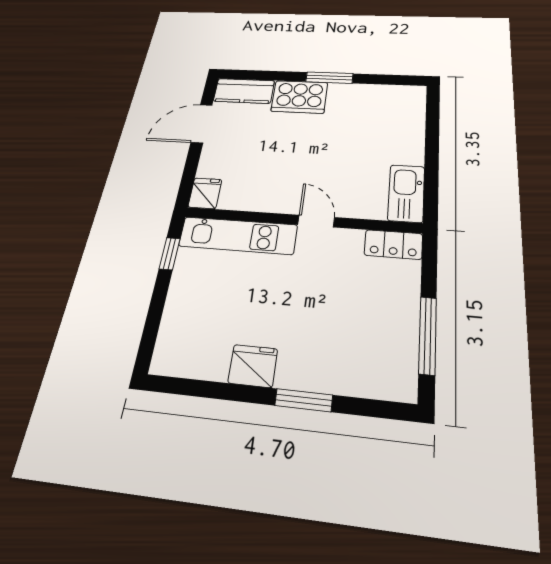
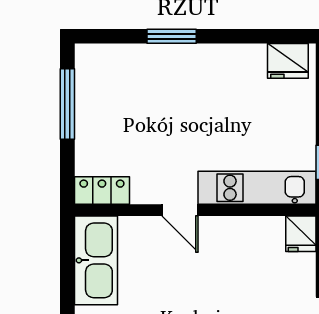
kitchen sink: (406, 193) -> (96, 260), width x1.36, depth x1.24
fridge: (253, 366) -> (288, 61), moved

